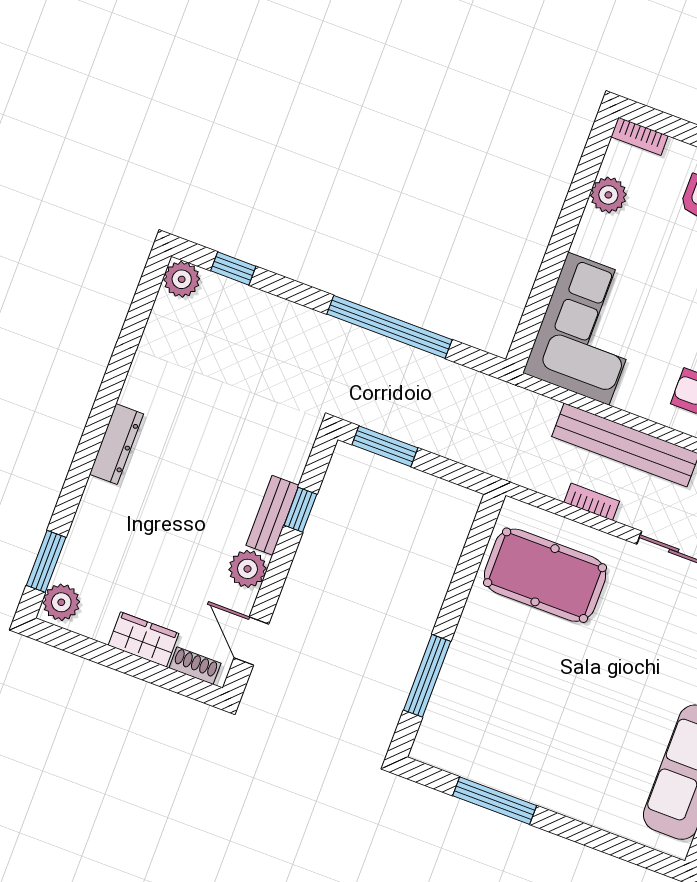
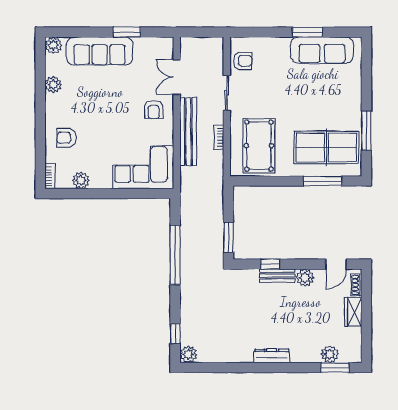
plant: (61, 602) -> (330, 354), moved
table tennis table: (491, 708) -> (326, 147), added

